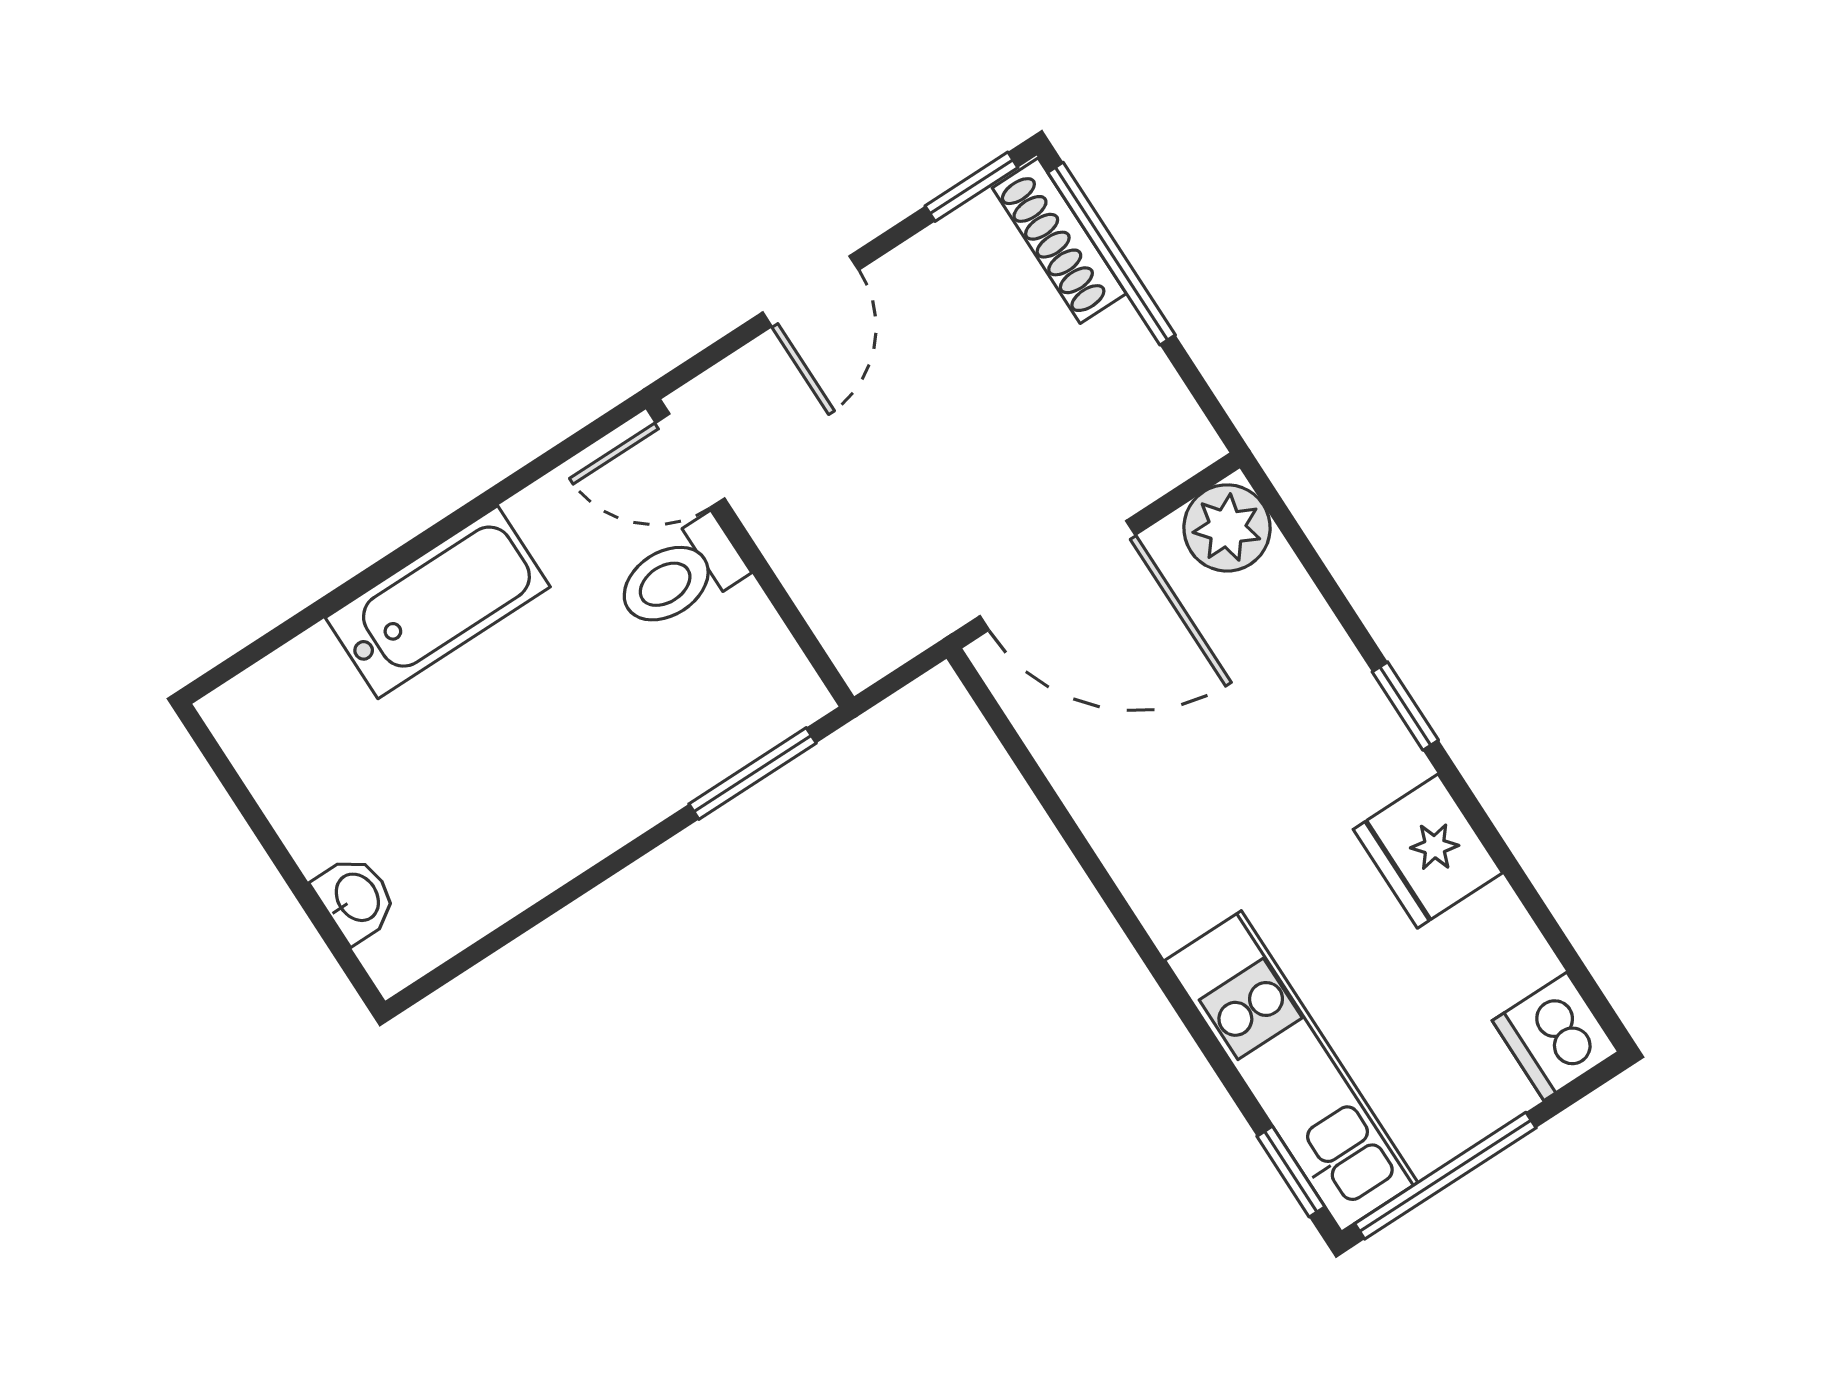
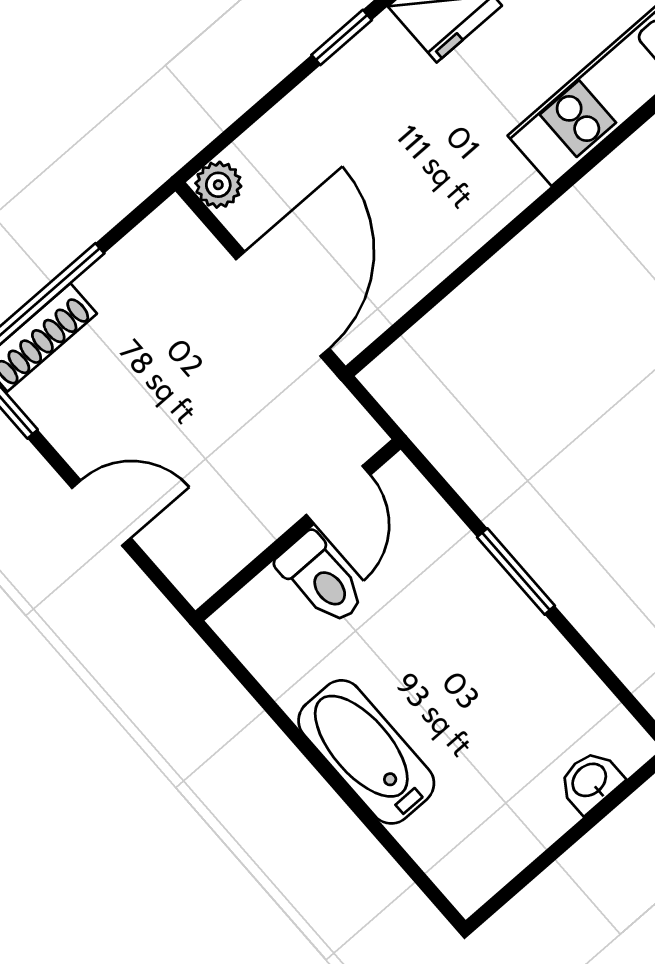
door: (690, 461) -> (338, 495), moved
plant: (1227, 528) -> (218, 185), width x0.73, depth x0.73
window: (753, 773) -> (516, 571), moved

